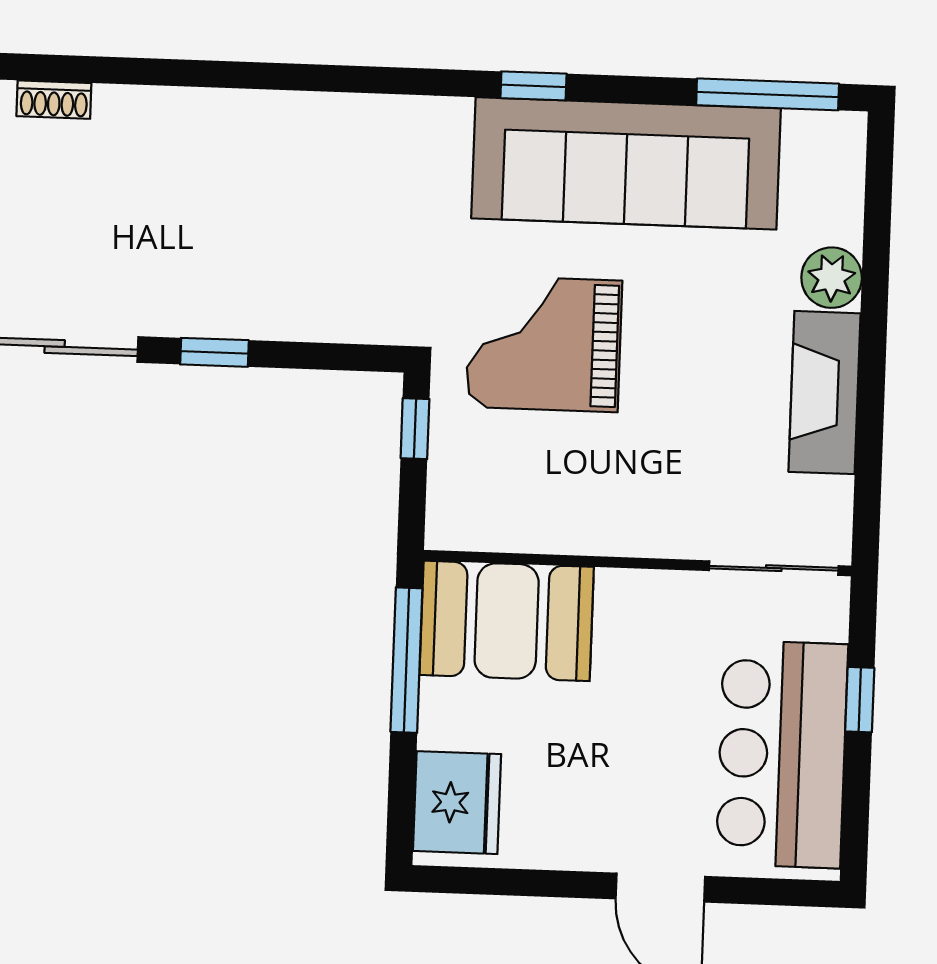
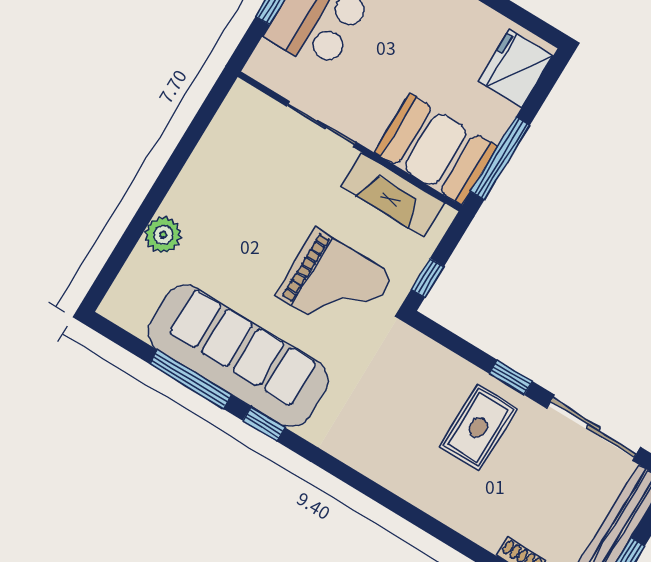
window: (768, 94) -> (190, 379), moved
rug: (221, 254) -> (478, 428), added
fireplace: (825, 393) -> (393, 195), moved, turned 90
sliding door: (774, 568) -> (322, 124), moved

